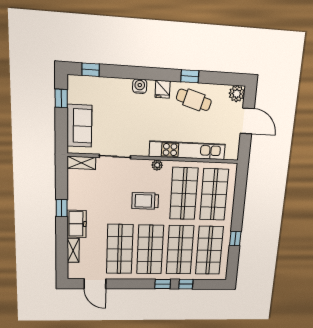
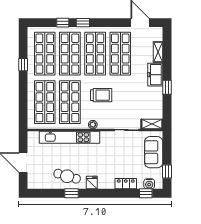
locker: (118, 85) -> (126, 184), added
water cooler: (140, 86) -> (149, 184), moved
plant: (237, 94) -> (34, 183), removed

